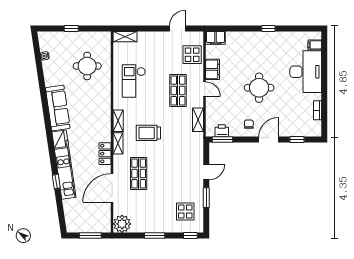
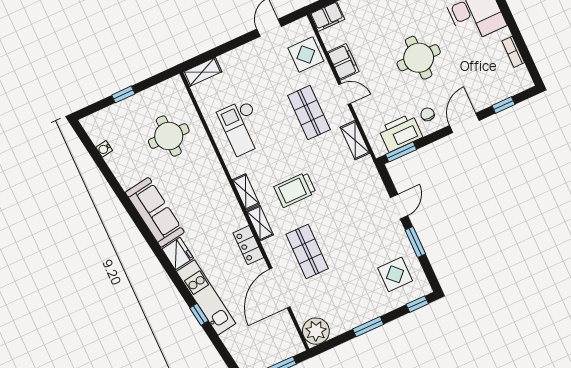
printer: (222, 131) -> (400, 133), width x1.87, depth x1.48

